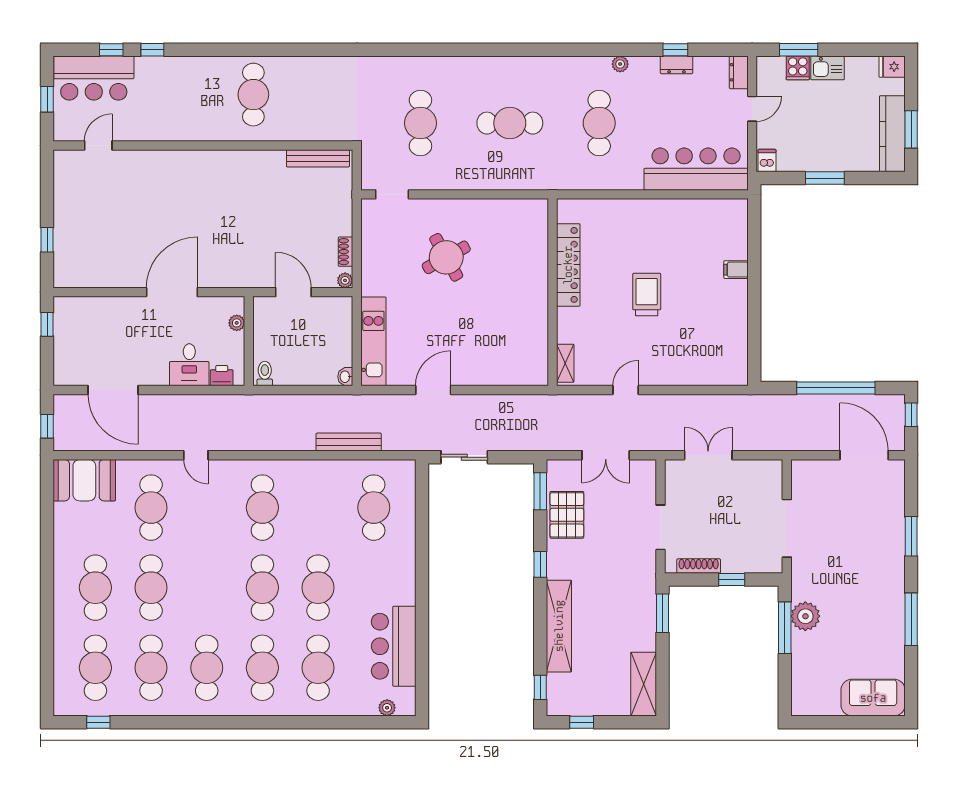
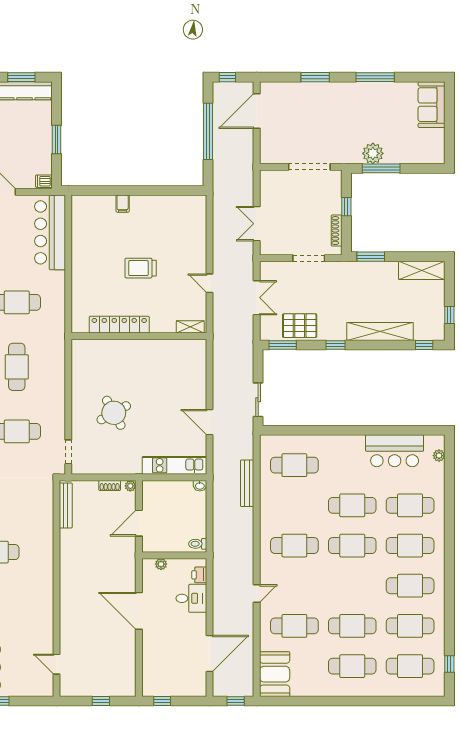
door: (98, 145) -> (56, 664), moved
wall: (203, 145) -> (56, 588), moved
bench: (318, 158) -> (66, 505), moved

